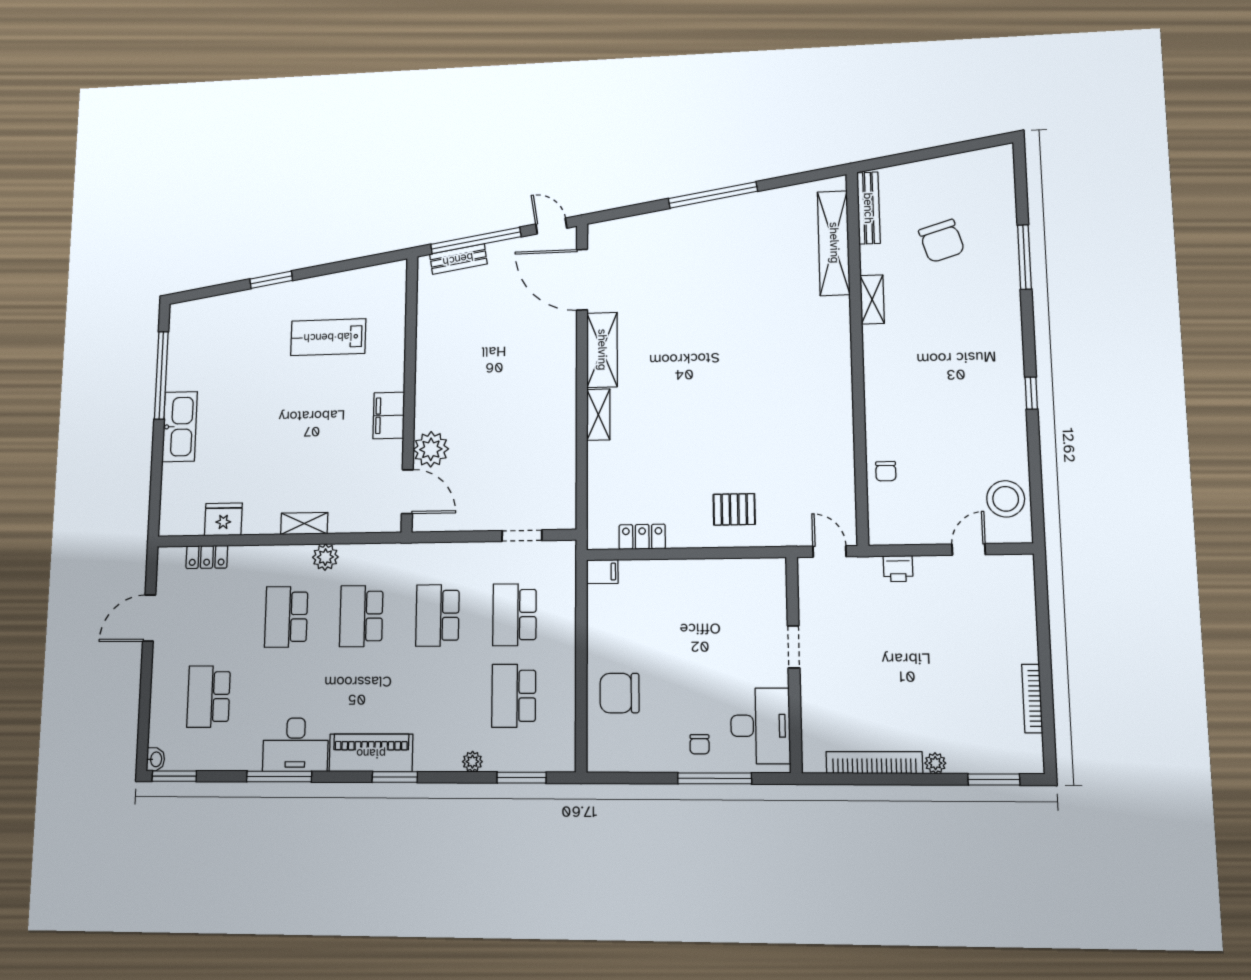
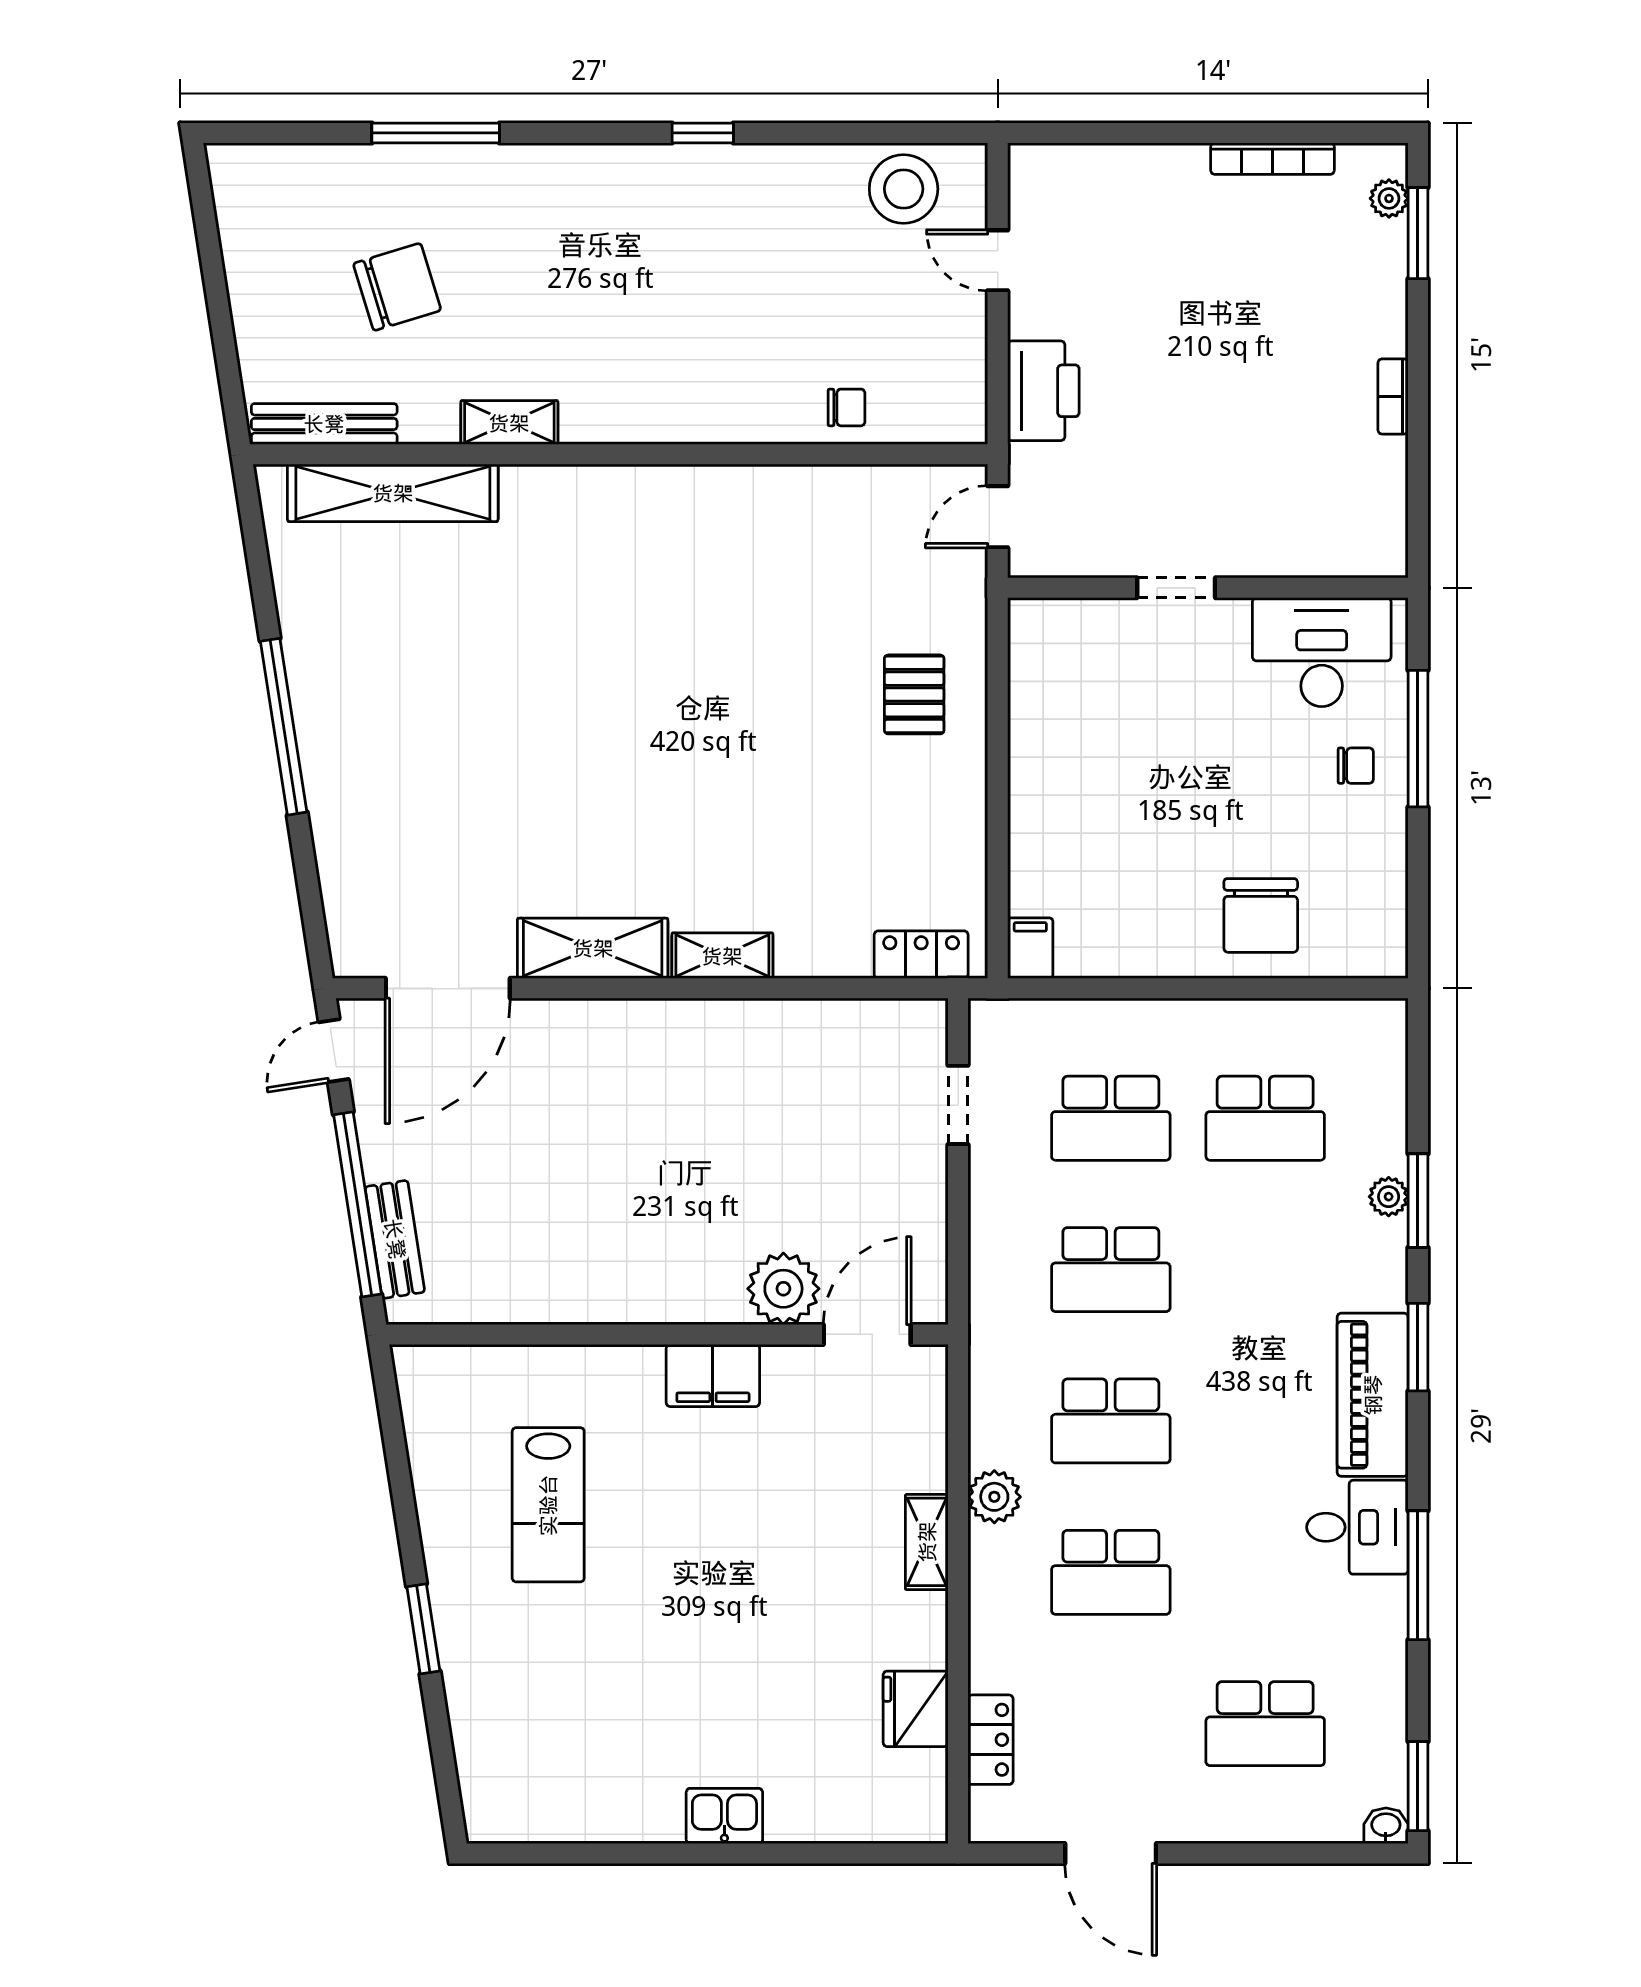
window: (161, 375) -> (617, 1854), removed
kitchen sink: (180, 427) -> (724, 1816), width x0.53, depth x0.81
locker: (642, 537) -> (921, 955), moved, turned 90
printer: (898, 569) -> (1043, 391), width x1.87, depth x1.48
desk: (296, 745) -> (1357, 1527), width x0.73
bookcase: (874, 763) -> (1393, 396), width x0.43, depth x0.76
plant: (935, 763) -> (1389, 198), moved
window: (522, 778) -> (1418, 1201), moved

